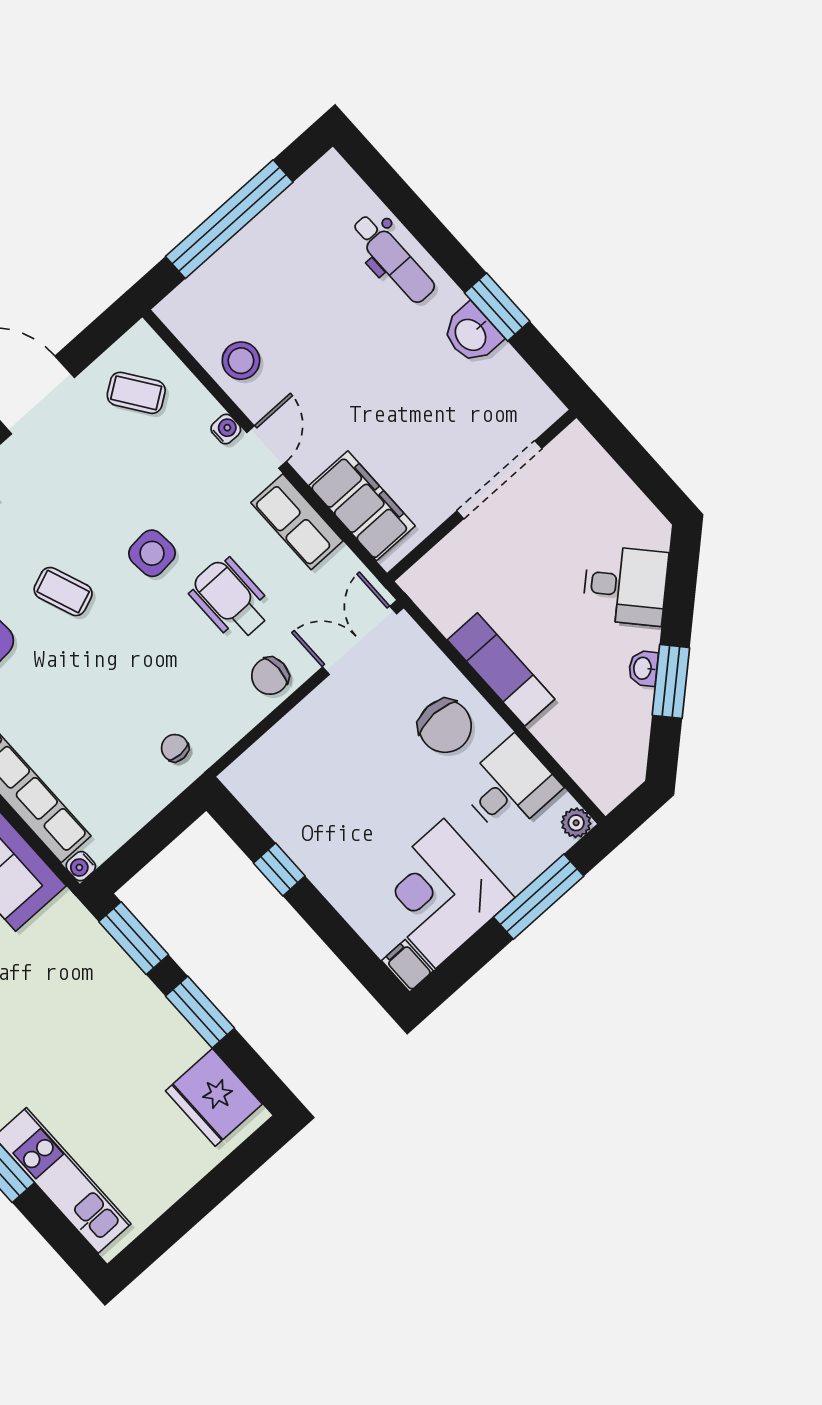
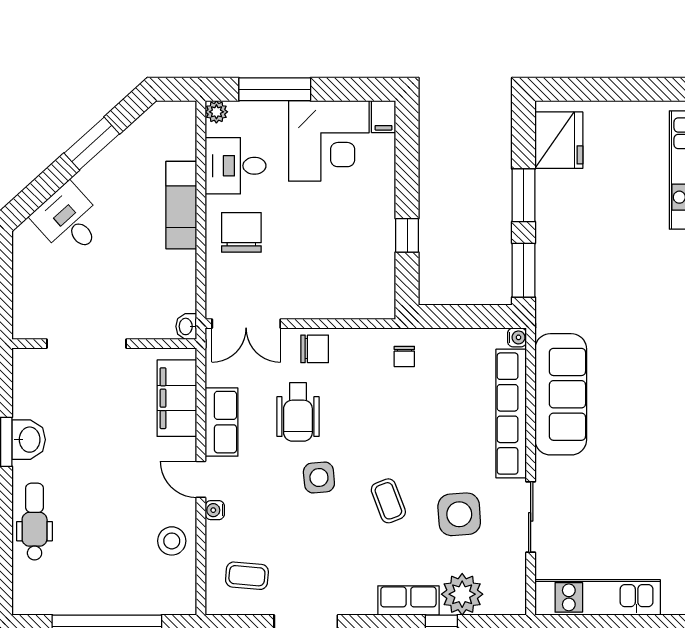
coffee table: (136, 393) -> (247, 576), turned -50
door: (267, 447) -> (201, 479), hinge flipped
washbasin: (643, 668) -> (186, 326), moved, turned 132
exam couch: (501, 669) -> (181, 205), moved

